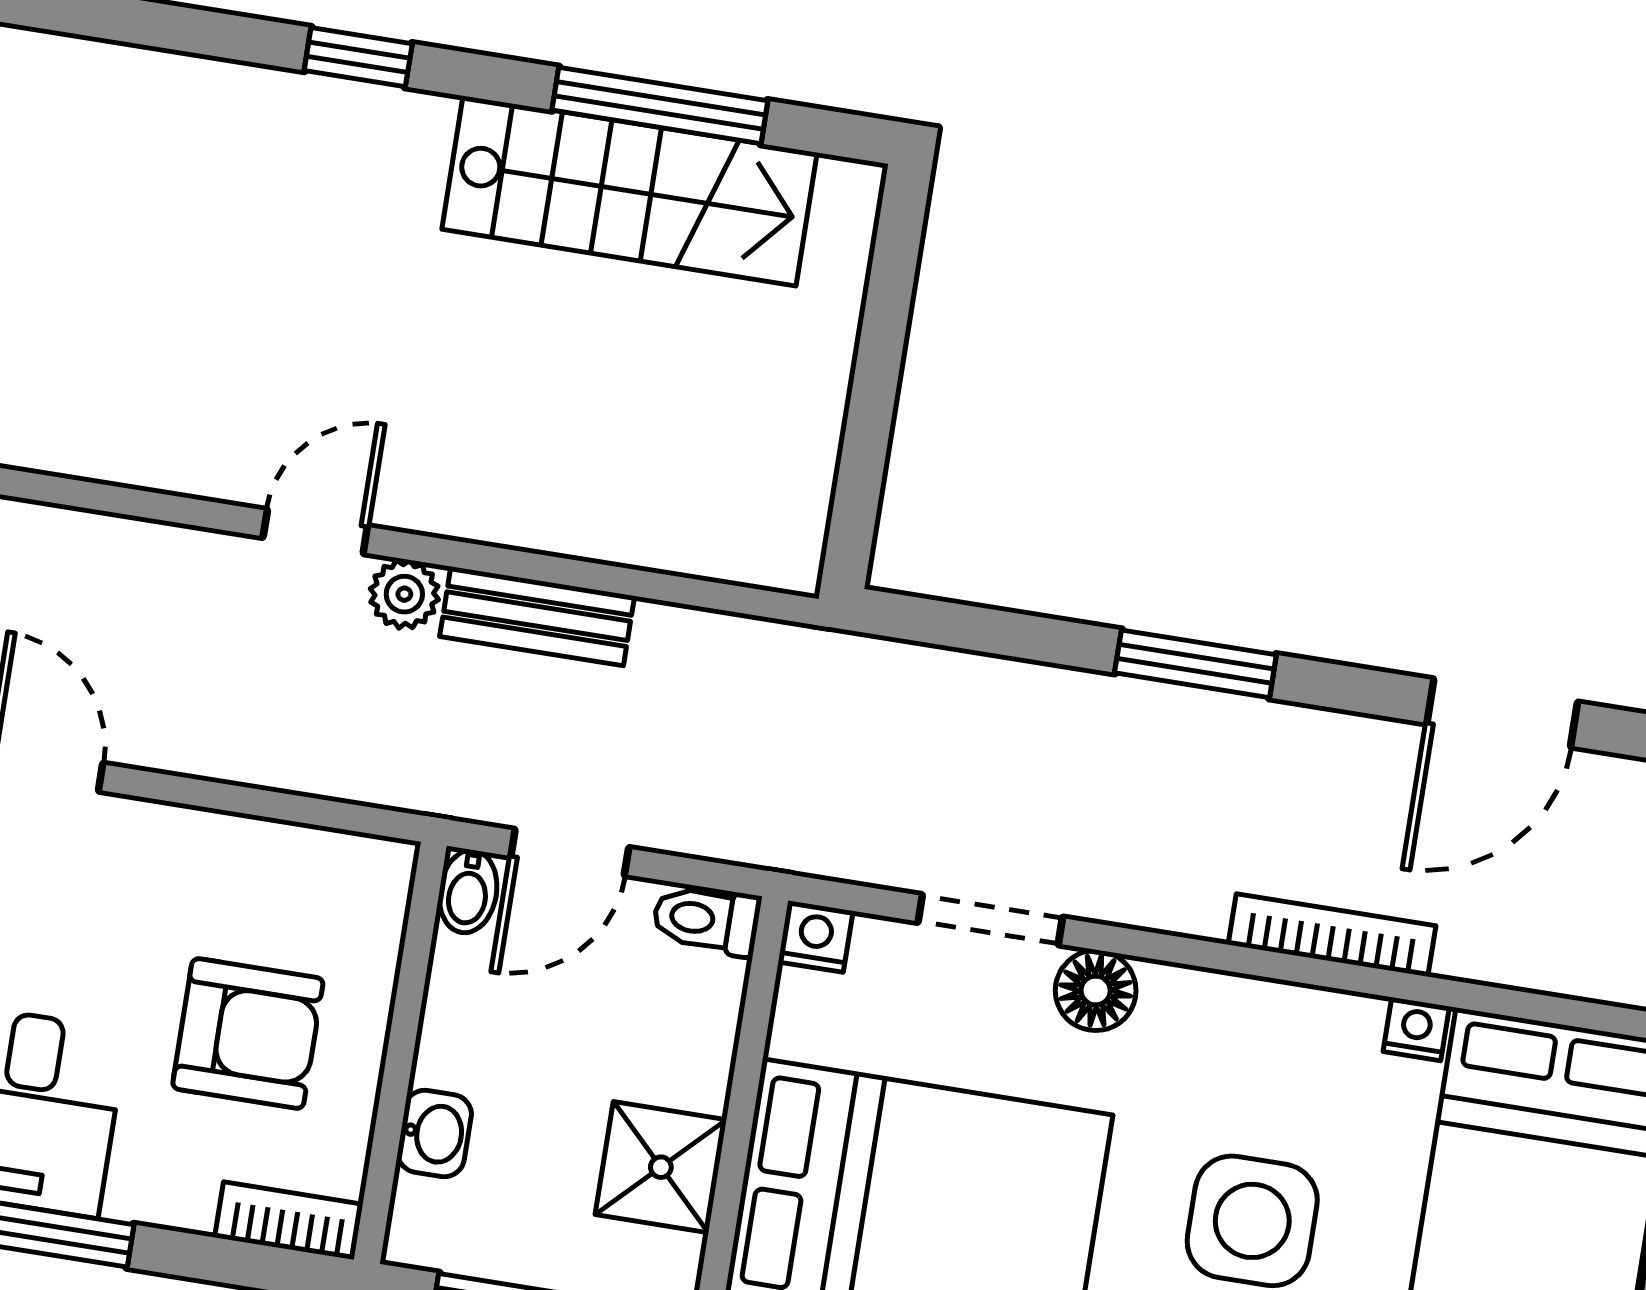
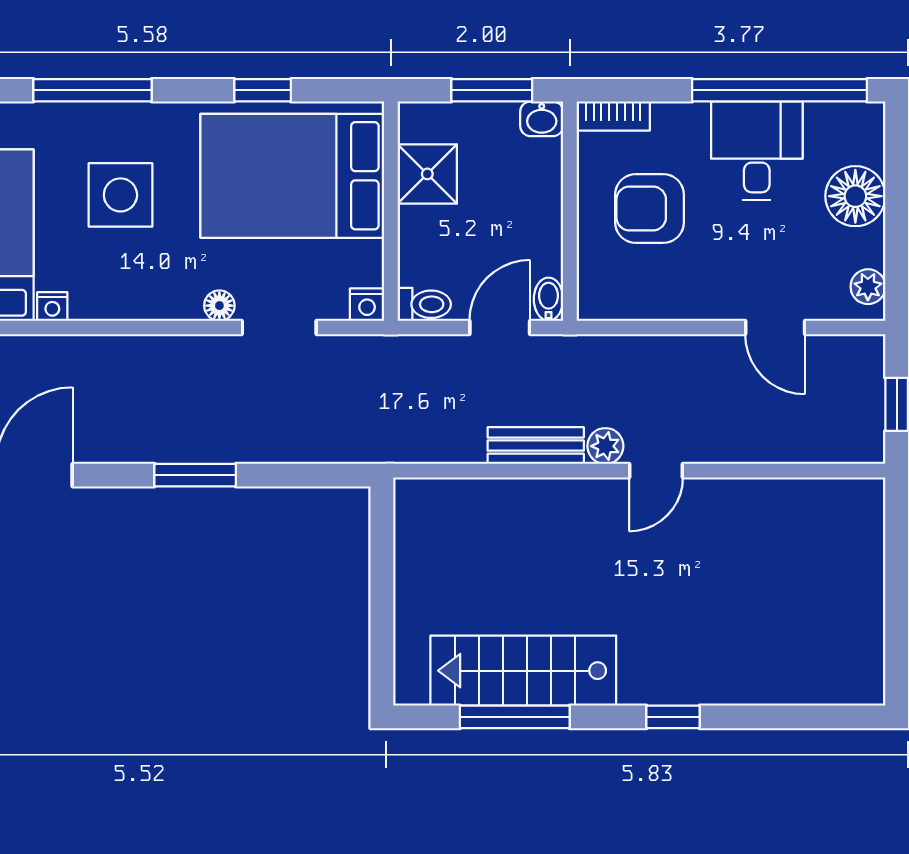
bookcase: (1332, 935) -> (103, 348), removed
floor lamp: (1096, 991) -> (219, 306), width x0.73, depth x0.73
washbasin: (434, 1133) -> (542, 119), moved, turned -90

